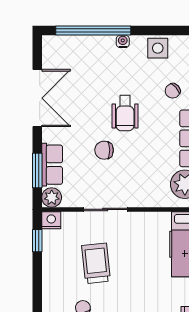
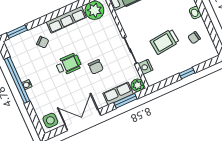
window: (93, 31) -> (17, 80), moved
side table: (158, 48) -> (50, 120), moved
nightstand: (51, 220) -> (145, 67), moved
window: (37, 241) -> (187, 73), moved

